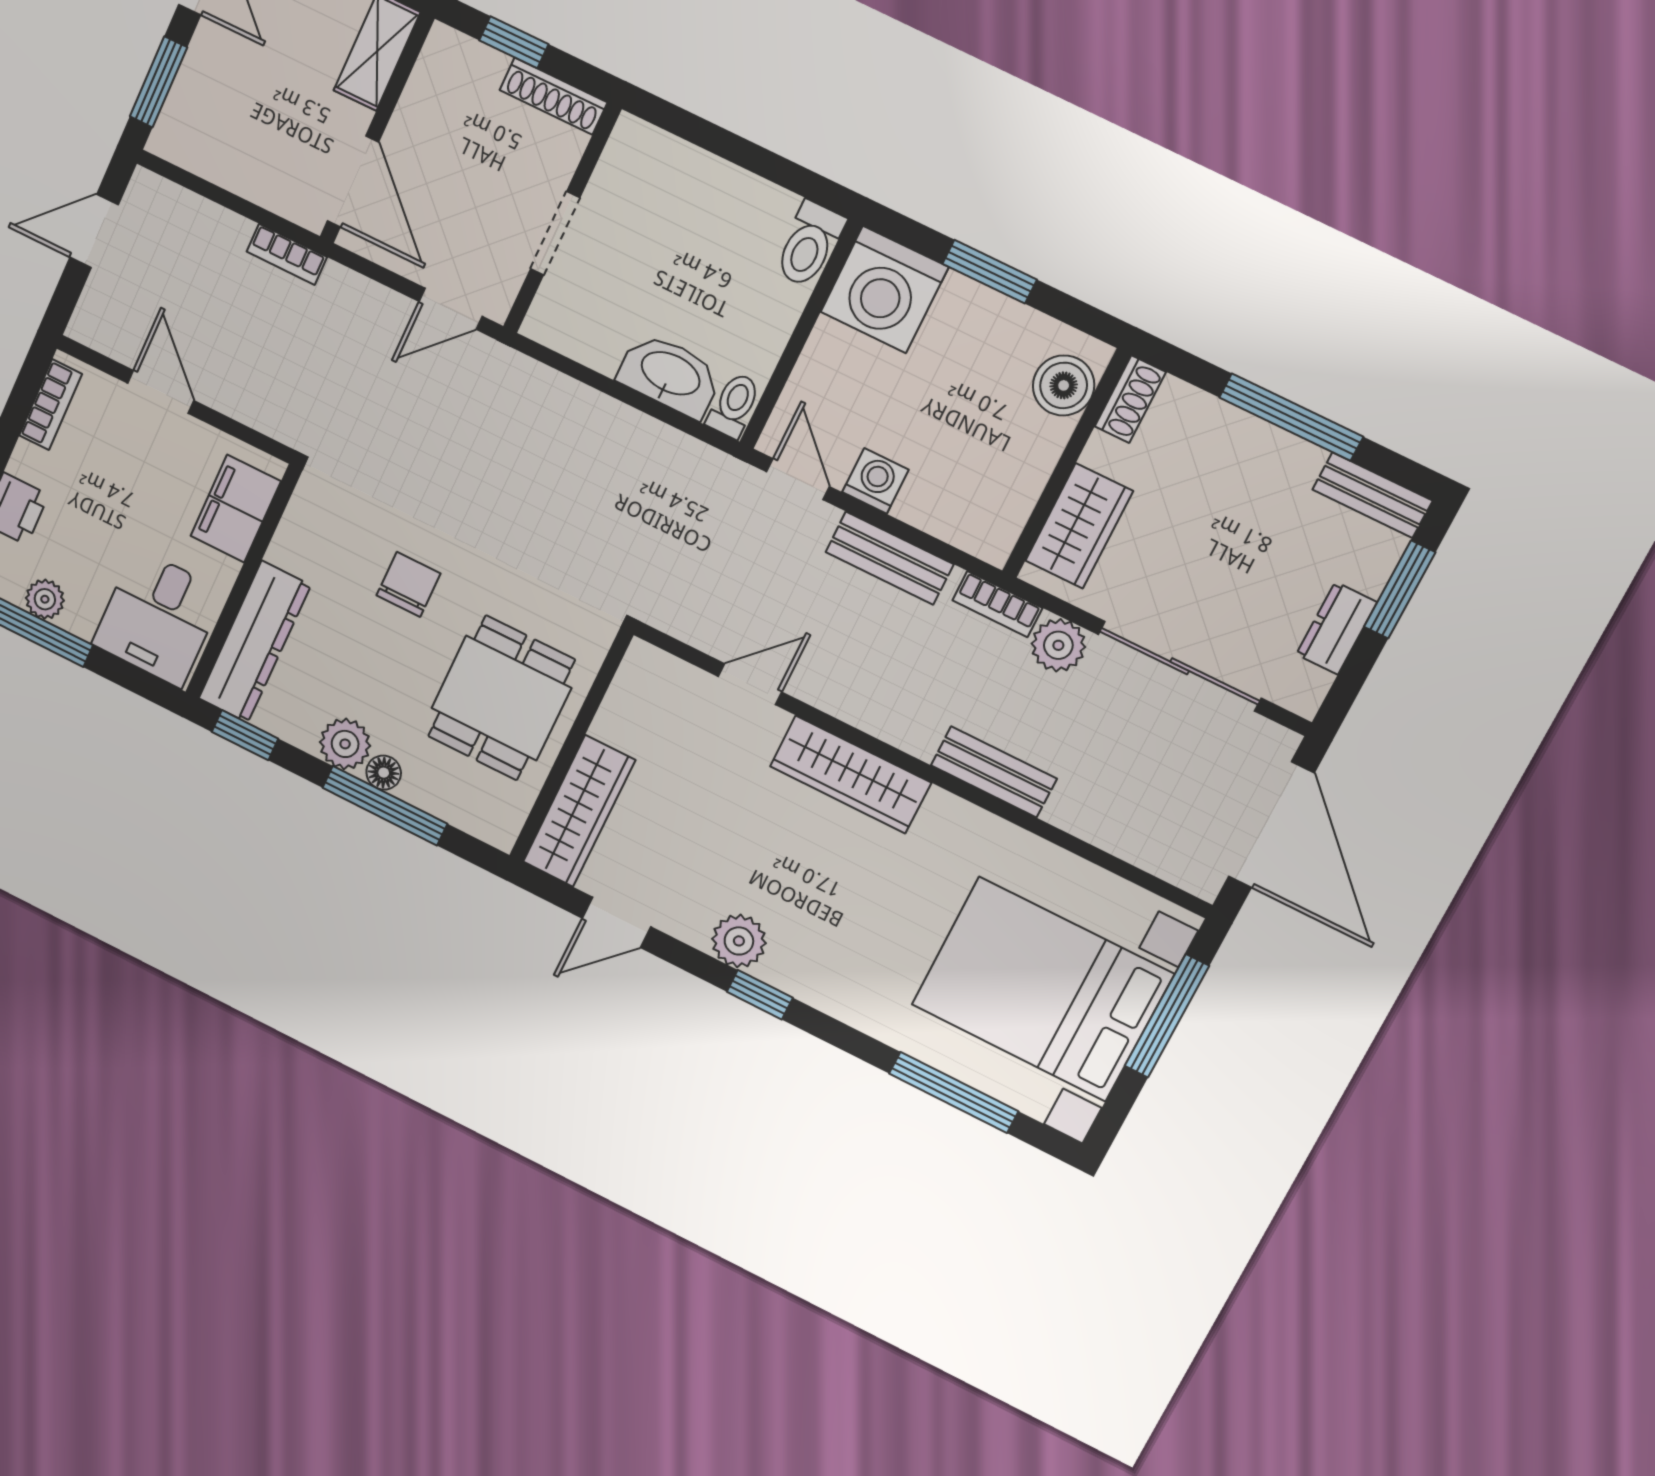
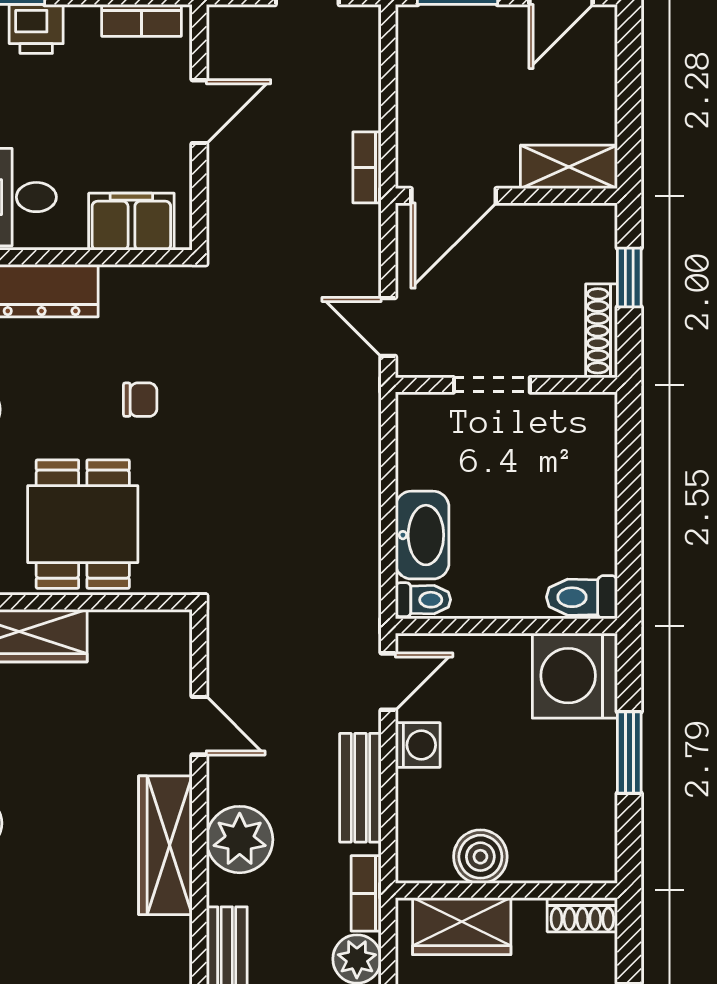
boiler: (1064, 385) -> (480, 857), moved
chair: (408, 584) -> (140, 400), width x0.73, depth x0.73
dining table: (501, 698) -> (83, 524), turned 90
plant: (881, 701) -> (240, 840), added

